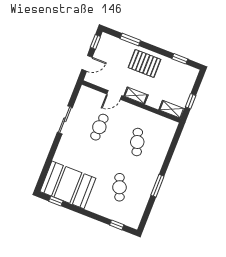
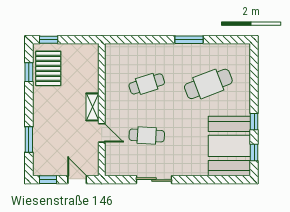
pallet: (145, 63) -> (48, 68), moved
window: (191, 101) -> (49, 40), moved
shelving: (172, 109) -> (92, 58), removed
cafe table: (119, 187) -> (208, 84), width x1.37, depth x1.35
window: (117, 225) -> (254, 122), moved

